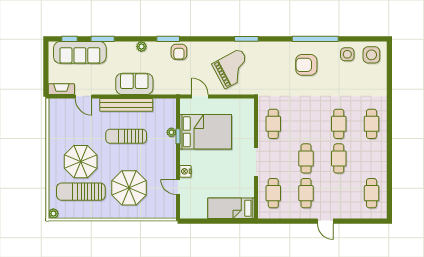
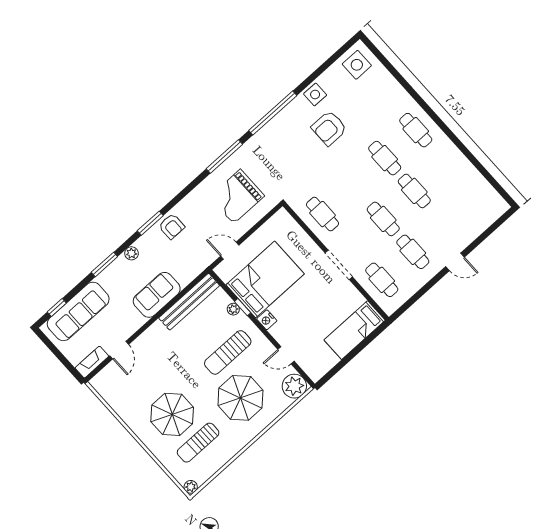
window: (103, 39) -> (104, 264), moved
window: (246, 39) -> (224, 156), width x1.44
window: (315, 39) -> (273, 113), moved
side table: (347, 54) -> (315, 95), moved
armchair: (306, 65) -> (329, 128), moved
grand piano: (233, 69) -> (237, 196), turned -152
door: (84, 96) -> (119, 350), hinge flipped
bench: (126, 105) -> (189, 302), moved
sun lounger: (126, 136) -> (228, 352), moved
nightstand: (185, 171) -> (267, 320), moved
sun lounger: (81, 192) -> (198, 443), width x0.73, depth x0.75
cafe table: (372, 193) -> (475, 196), removed
plant: (167, 209) -> (294, 386), added

